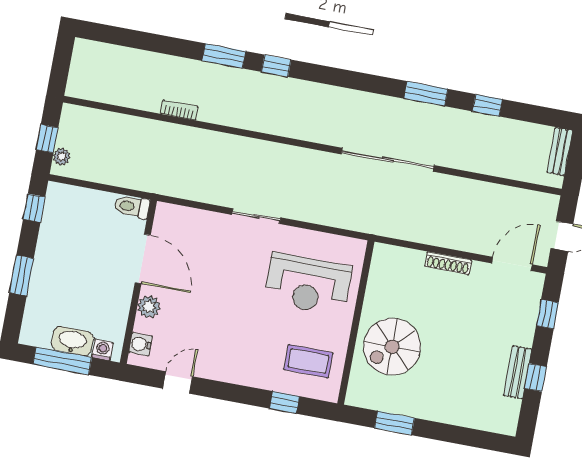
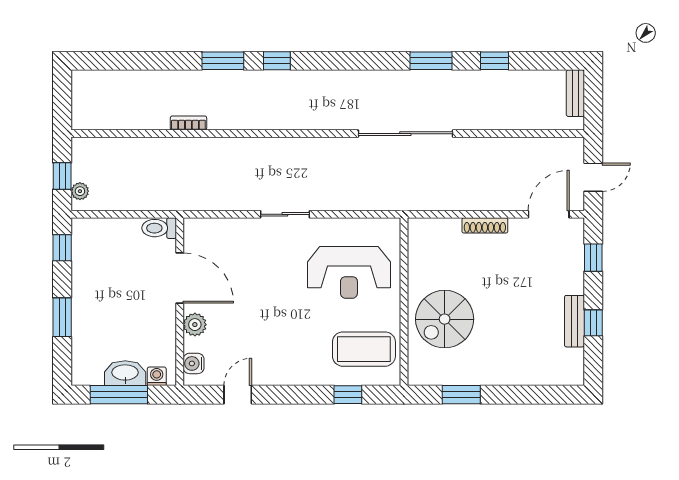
coffee table: (308, 361) -> (364, 349), width x1.36, depth x1.32

